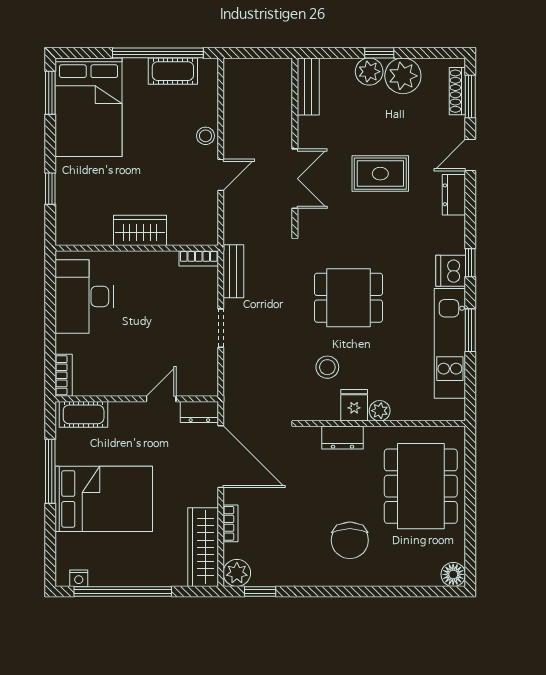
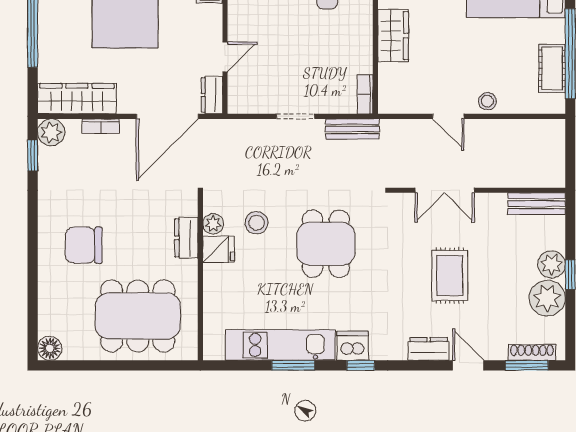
door: (161, 399) -> (225, 57), hinge flipped
plant: (380, 411) -> (213, 224), moved

